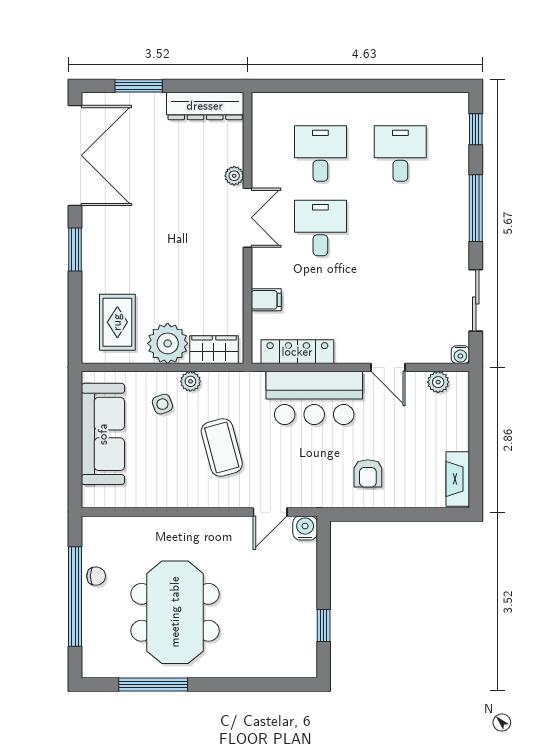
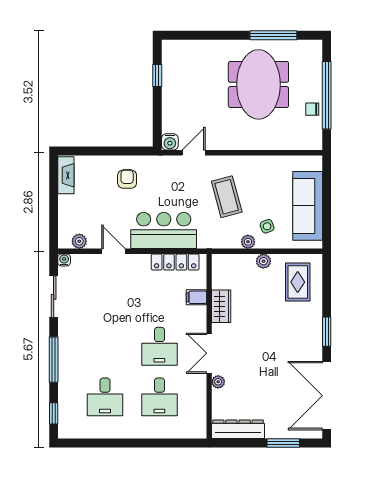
plant: (168, 343) -> (263, 261), width x0.53, depth x0.53
wardrobe: (214, 350) -> (221, 306), moved, turned -90

